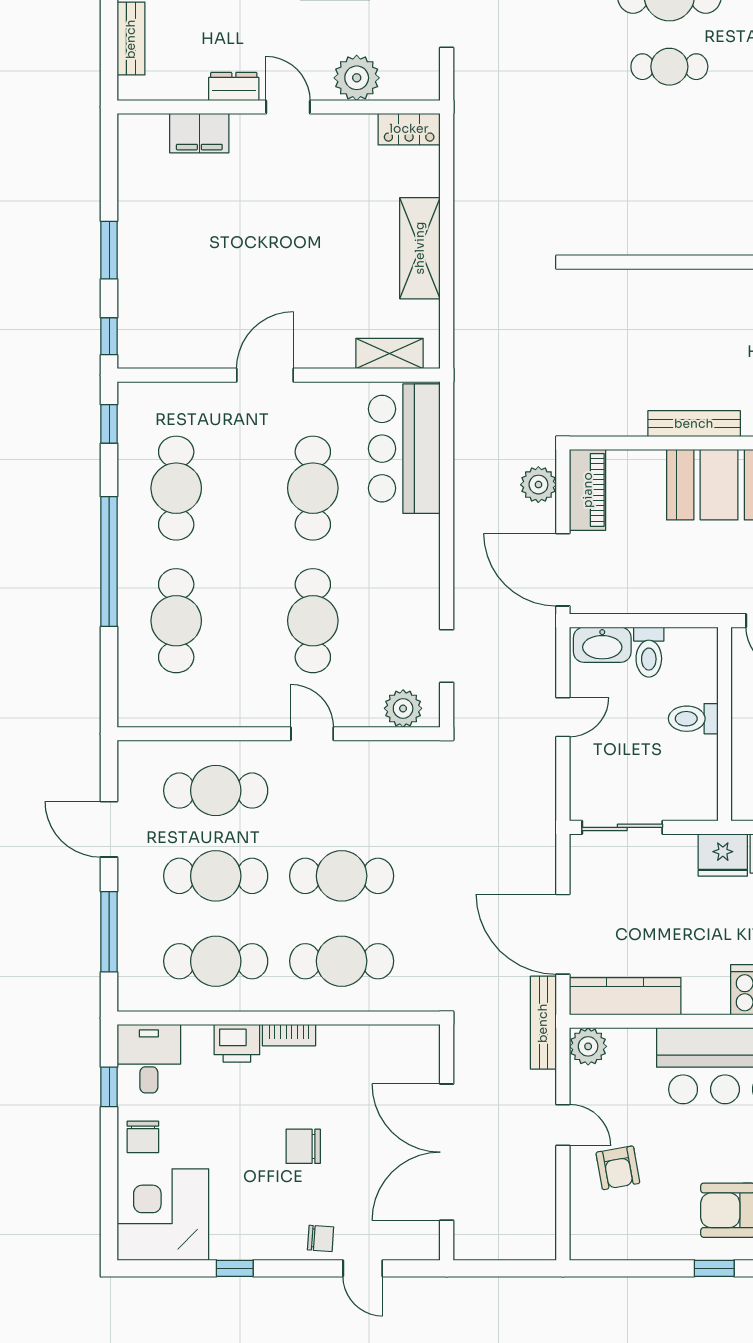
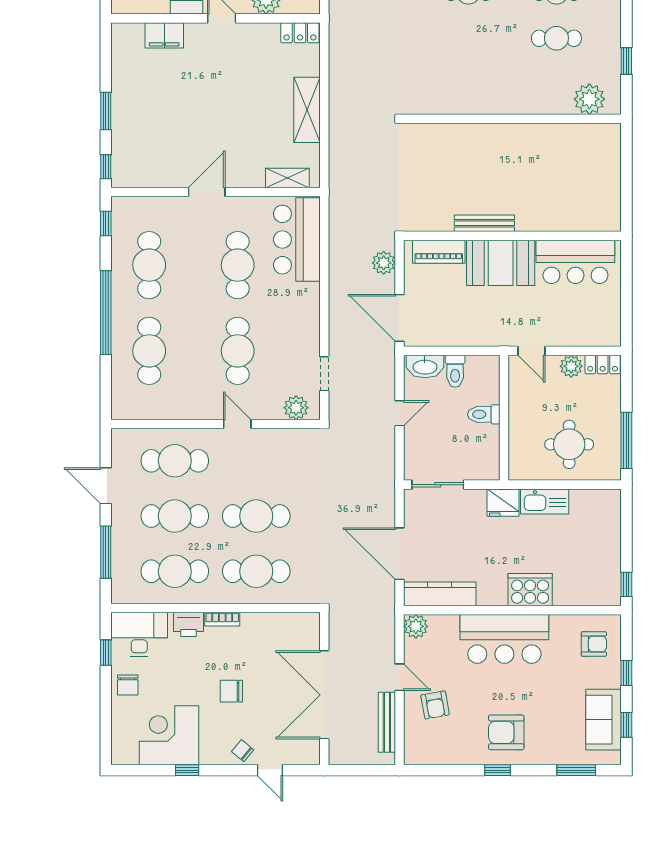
piano: (588, 490) -> (439, 252), moved, turned 90
bench: (543, 1023) -> (387, 722), moved
desk: (149, 1059) -> (139, 634), width x1.37
corner desk: (163, 1215) -> (169, 735), moved
chair: (321, 1238) -> (243, 751), turned -144

